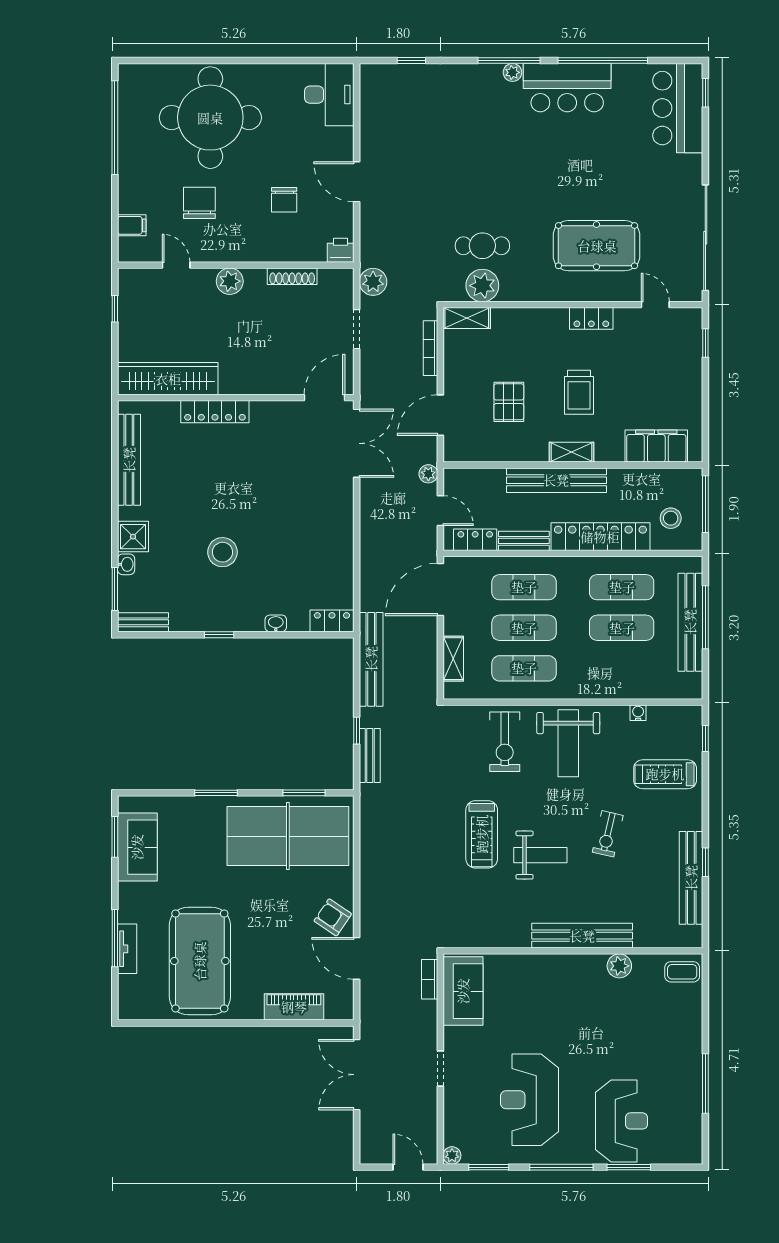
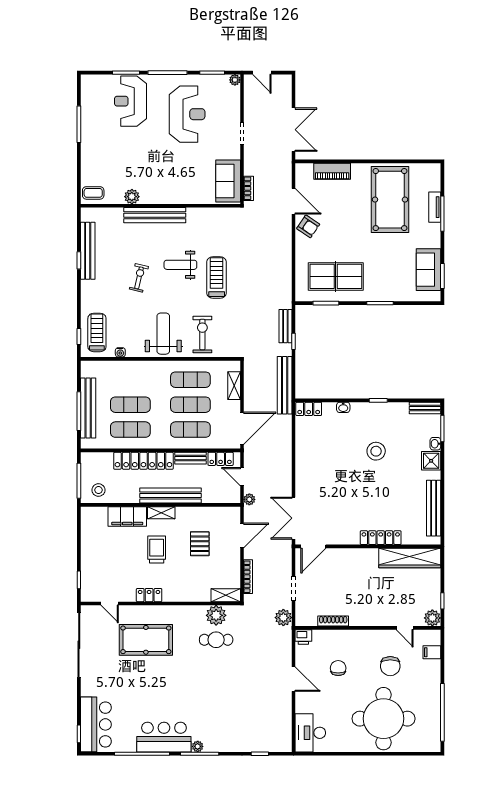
plant: (230, 281) -> (432, 618), moved
filing cabinet: (656, 446) -> (127, 516), moved
stool: (671, 518) -> (98, 490), moved
treadmill: (665, 774) -> (97, 332), moved, turned -90
table tennis table: (288, 836) -> (336, 276), width x0.73, depth x0.76

